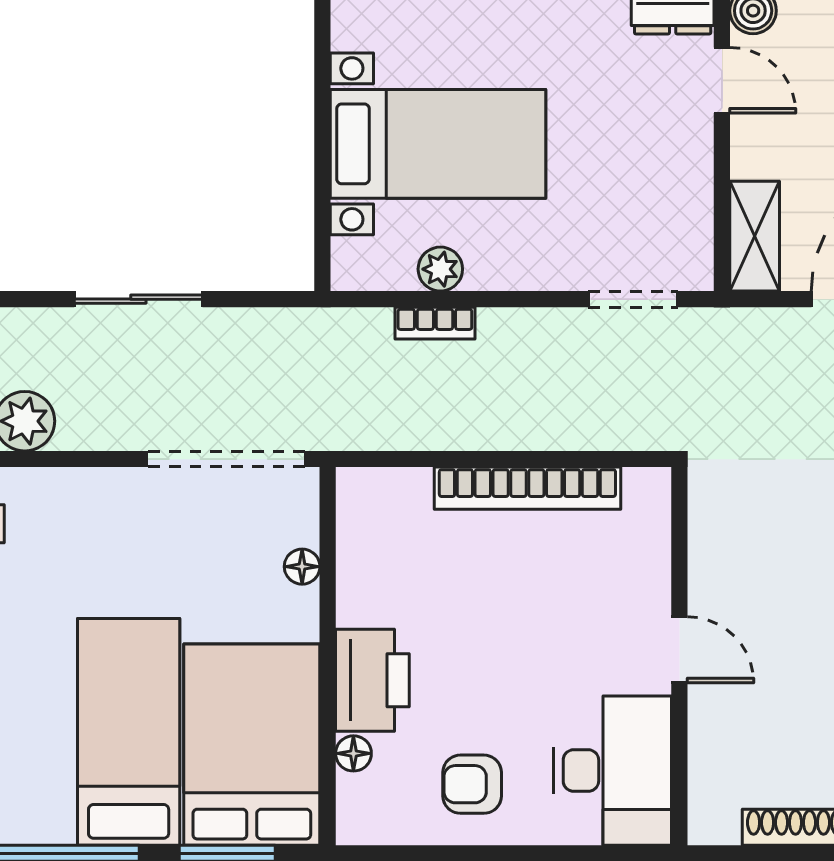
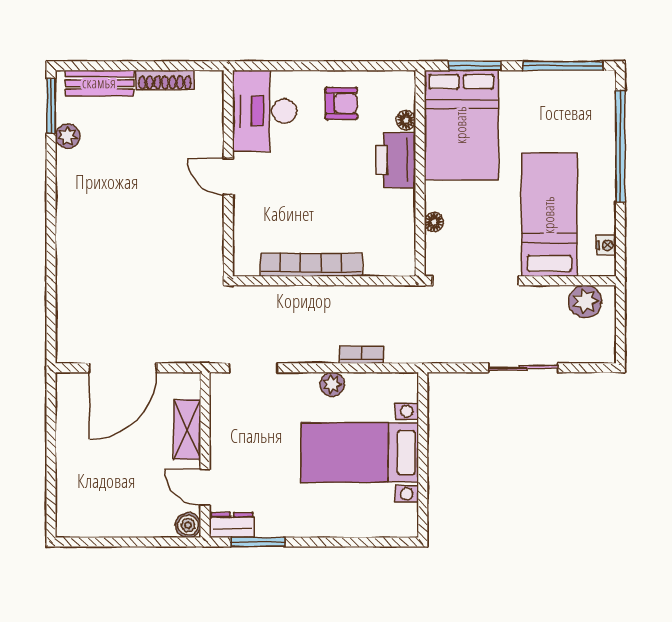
shelving: (755, 236) -> (187, 429), moved
plant: (440, 269) -> (332, 384), moved
bed: (129, 732) -> (549, 215), moved, turned 180

